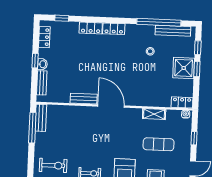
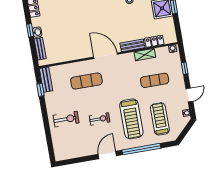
bench: (84, 99) -> (132, 45), moved
locker: (182, 102) -> (154, 41), moved
window: (32, 128) -> (40, 90), width x0.46
exercise mat: (84, 129) -> (86, 81), added

